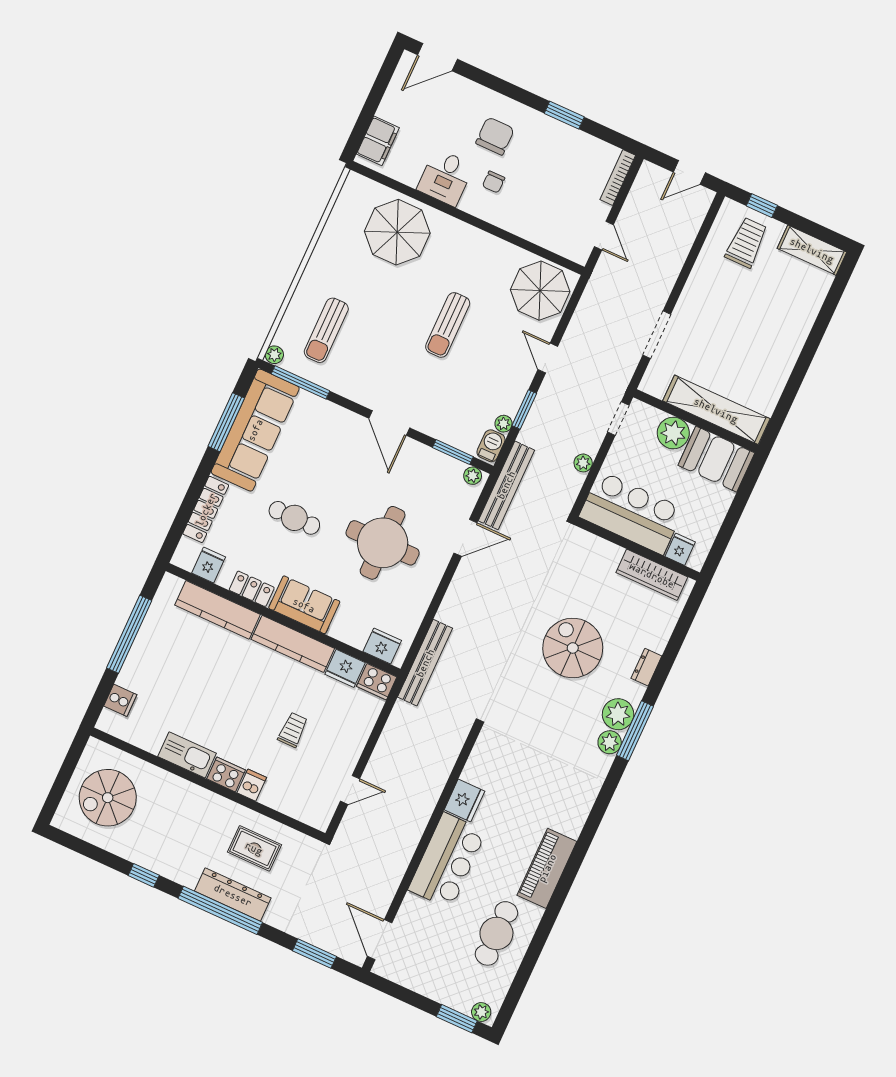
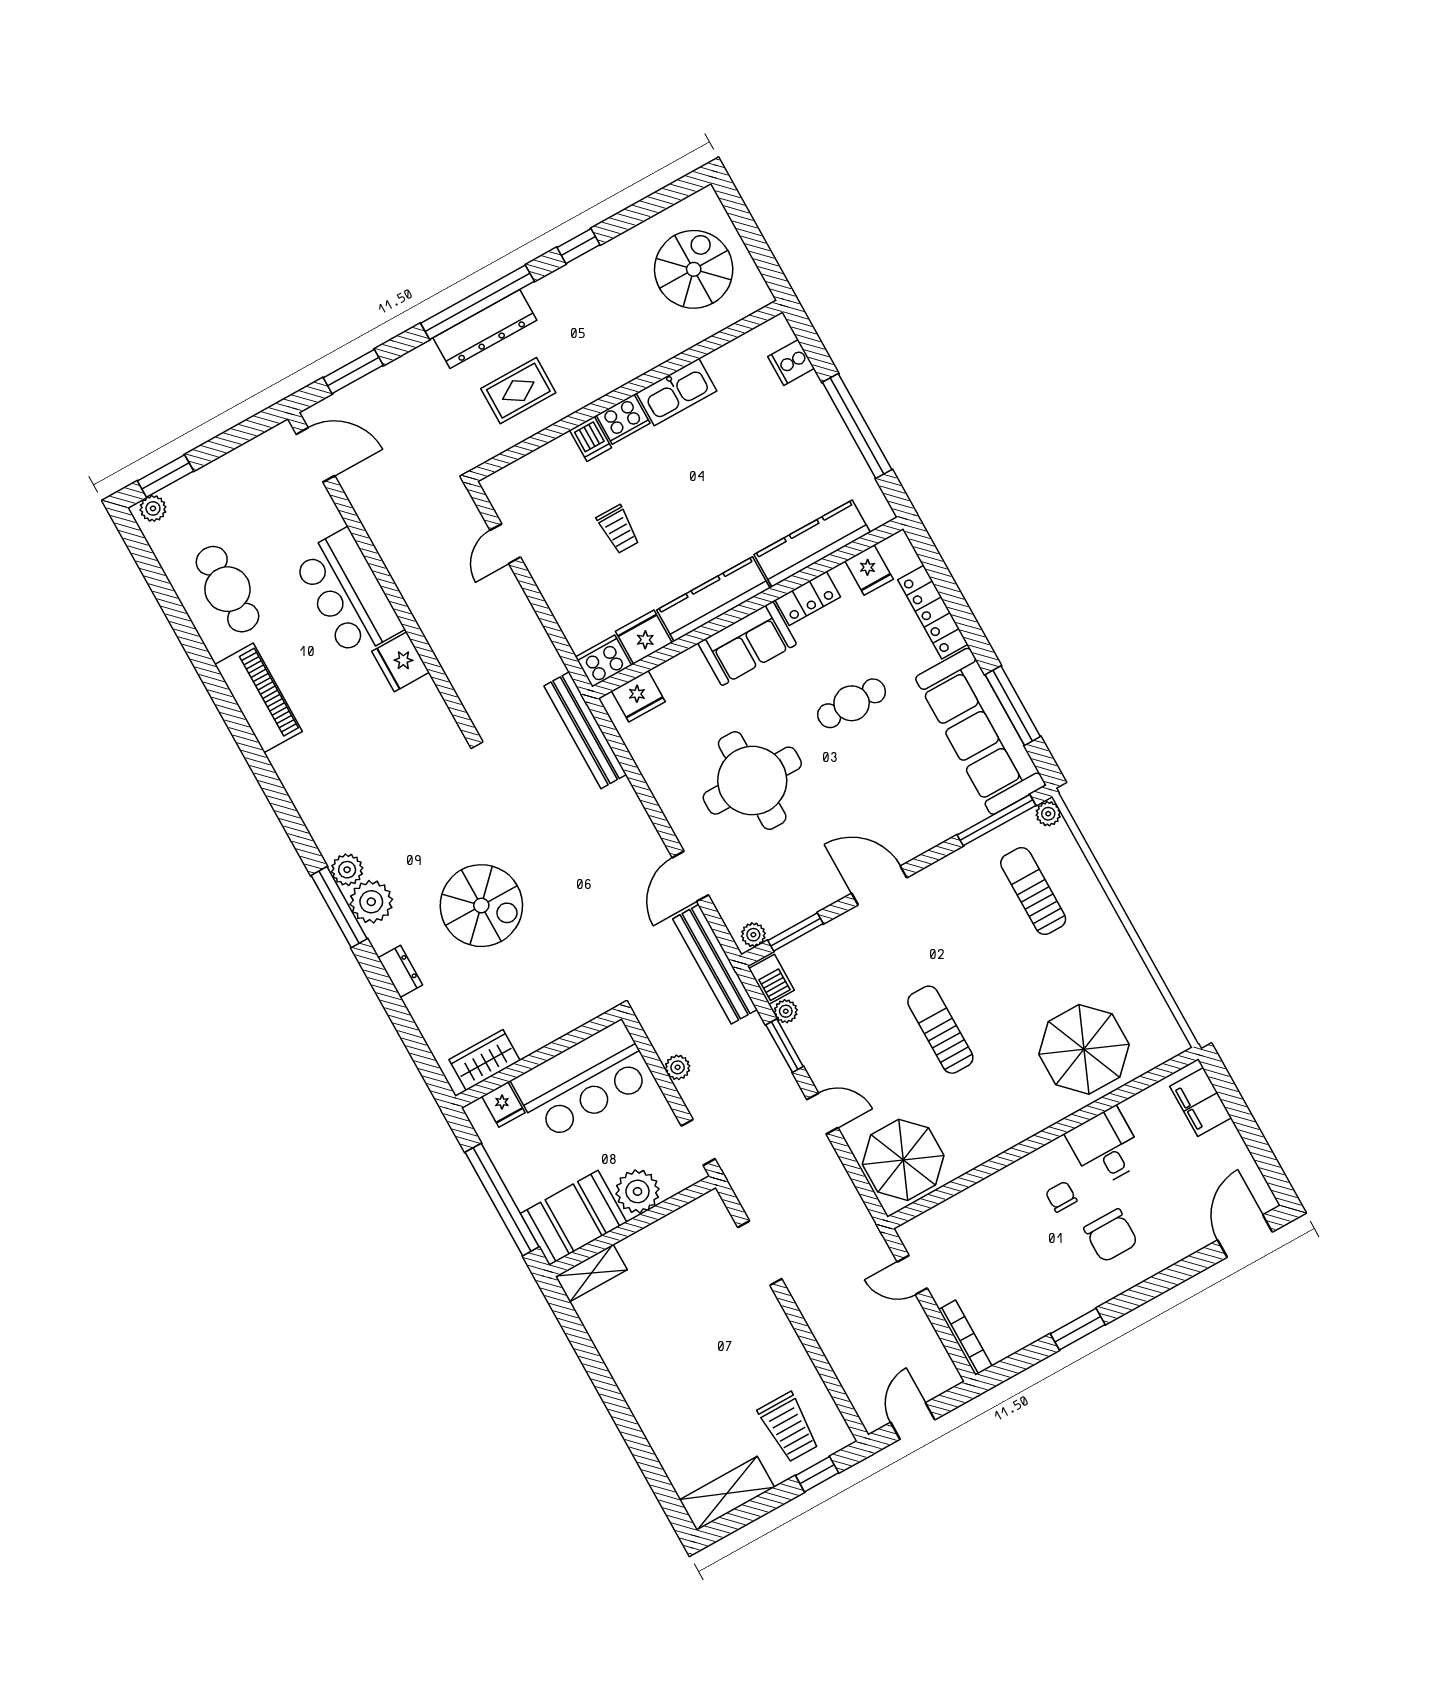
shelving: (716, 410) -> (591, 1273), width x0.45, depth x0.75
window: (736, 509) -> (502, 1200), added
wardrobe: (652, 575) -> (485, 1060), width x0.67

